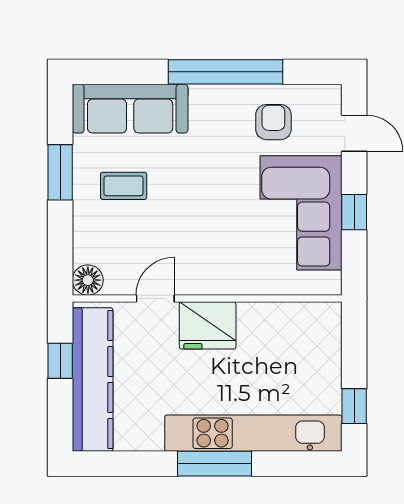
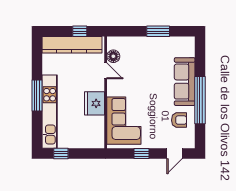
sofa: (130, 109) -> (185, 82), moved
coffee table: (124, 186) -> (153, 58), removed
corner sofa: (301, 213) -> (124, 121), moved, turned 90
floor lamp: (88, 280) -> (113, 56), moved
fridge: (208, 325) -> (94, 103), moved

